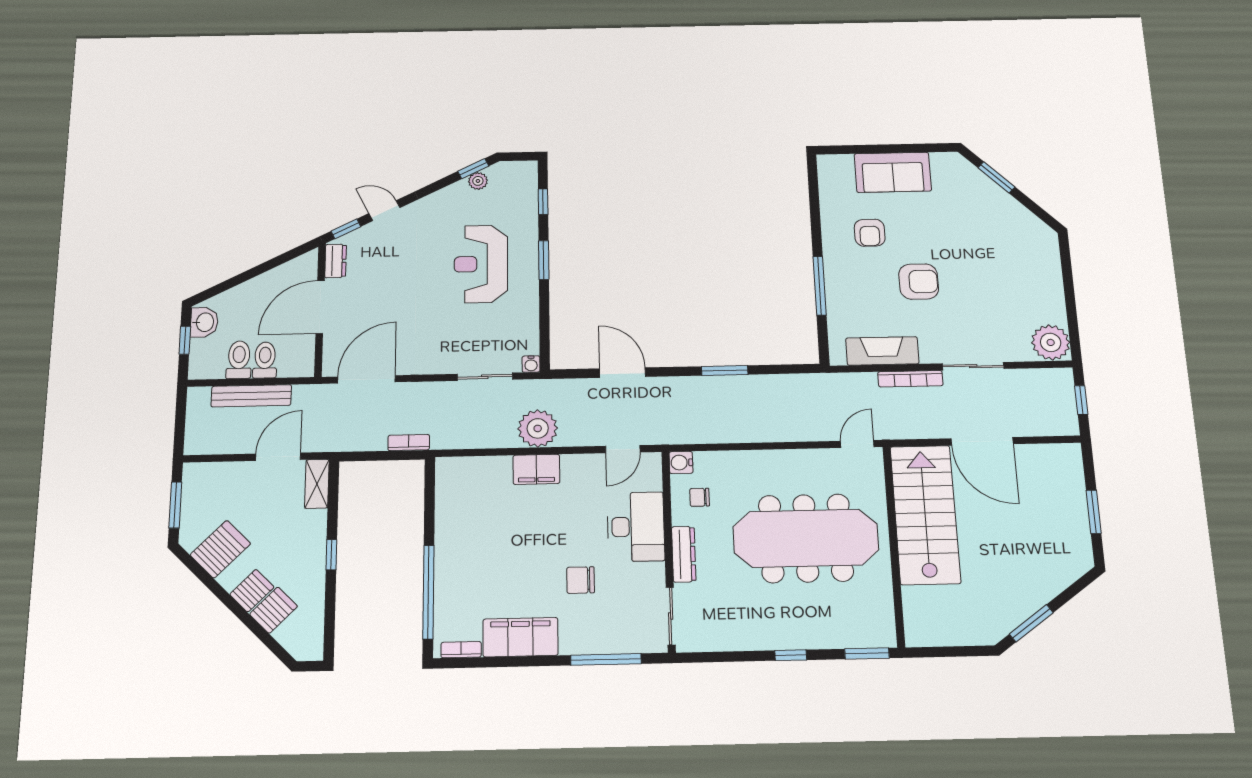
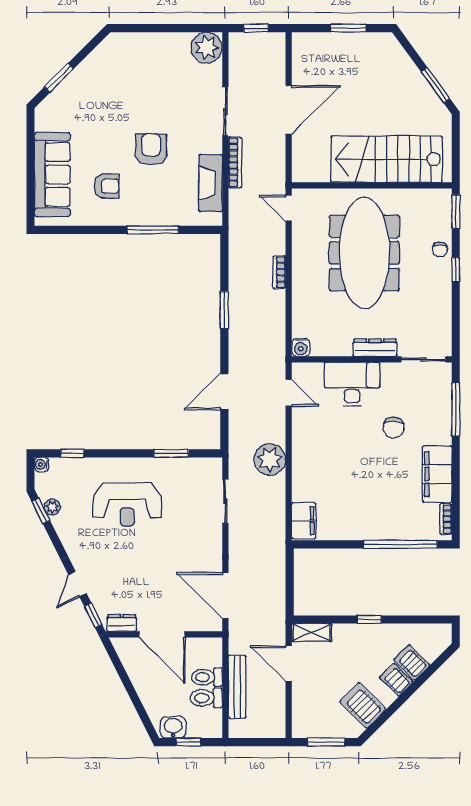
sofa: (893, 172) -> (52, 174), width x1.36
window: (544, 260) -> (171, 453), moved
water cooler: (531, 364) -> (42, 464), moved, turned 180
bookcase: (409, 443) -> (279, 272), moved
filing cabinet: (536, 469) -> (304, 521), moved
chair: (700, 497) -> (440, 249), moved
stairs: (925, 514) -> (387, 159), moved

